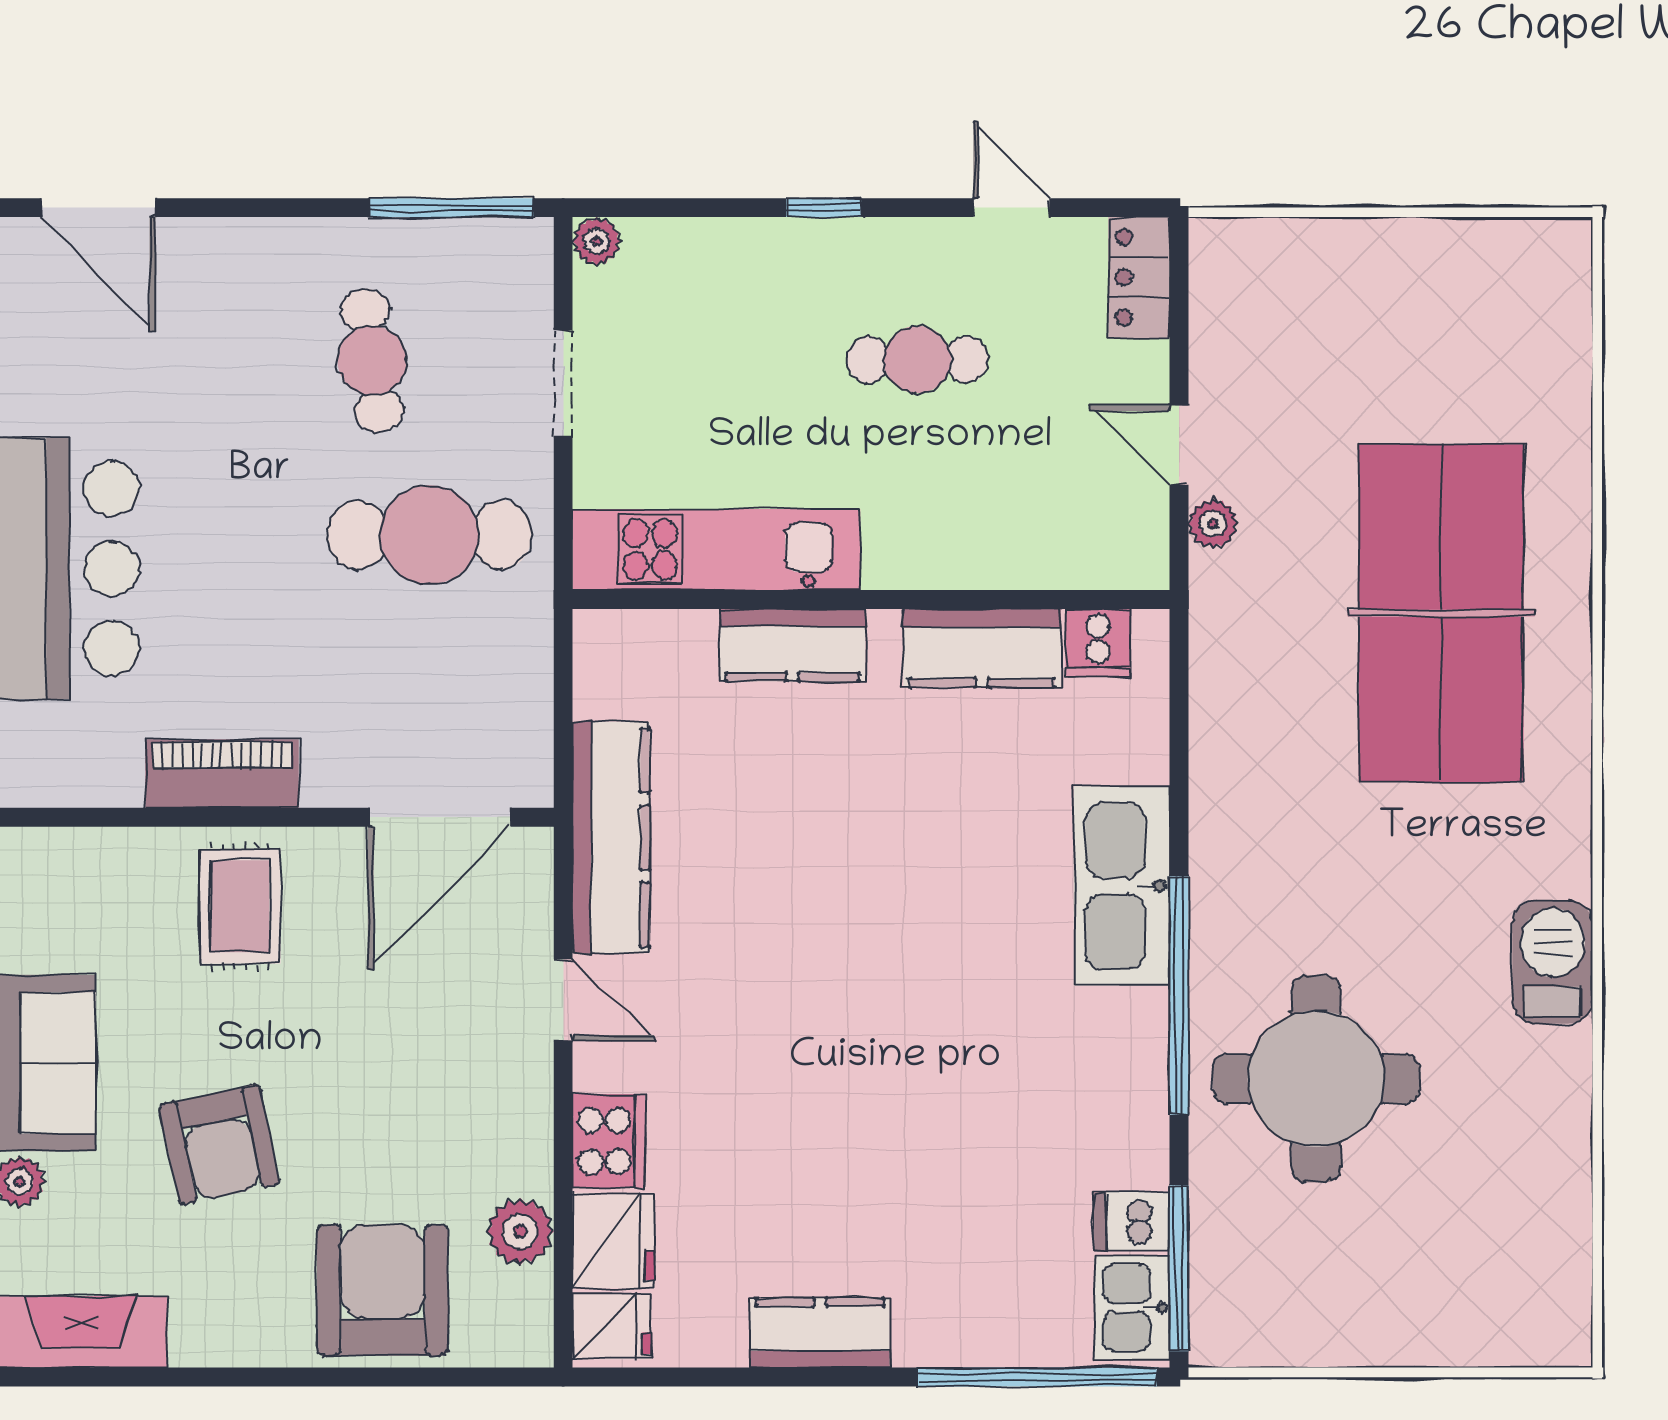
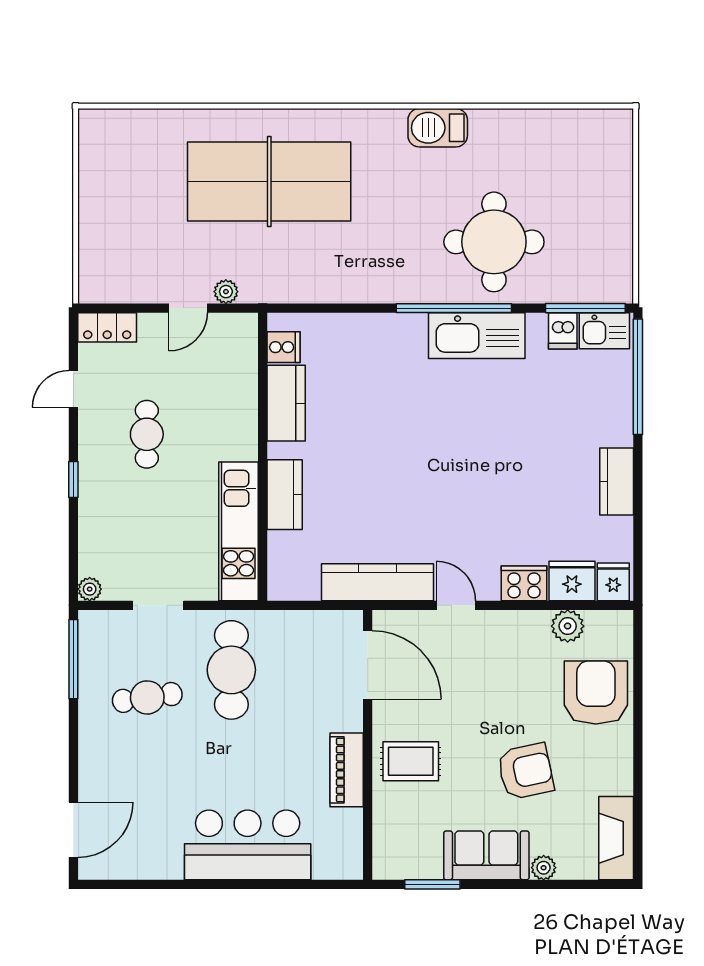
kitchen sink: (1122, 886) -> (477, 336), moved
door: (563, 1000) -> (456, 605), hinge flipped
armchair: (382, 1290) -> (596, 693), turned 90

